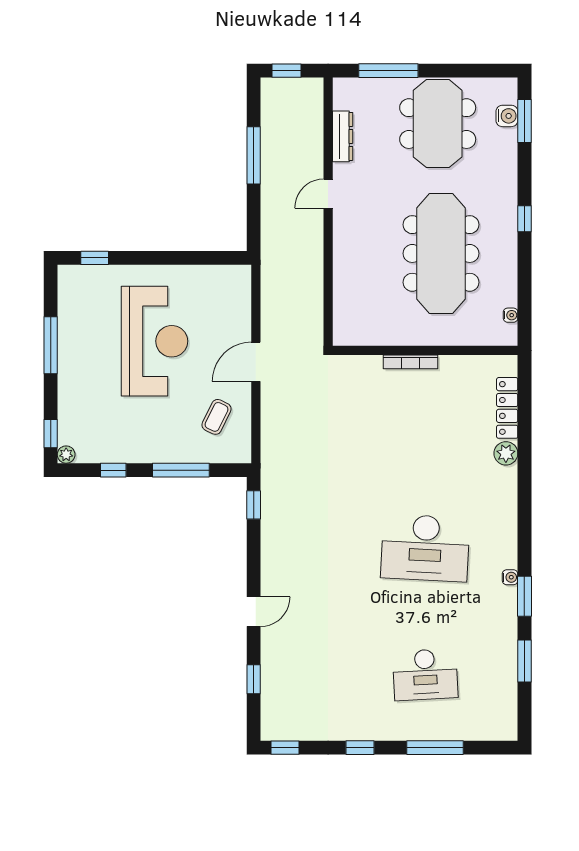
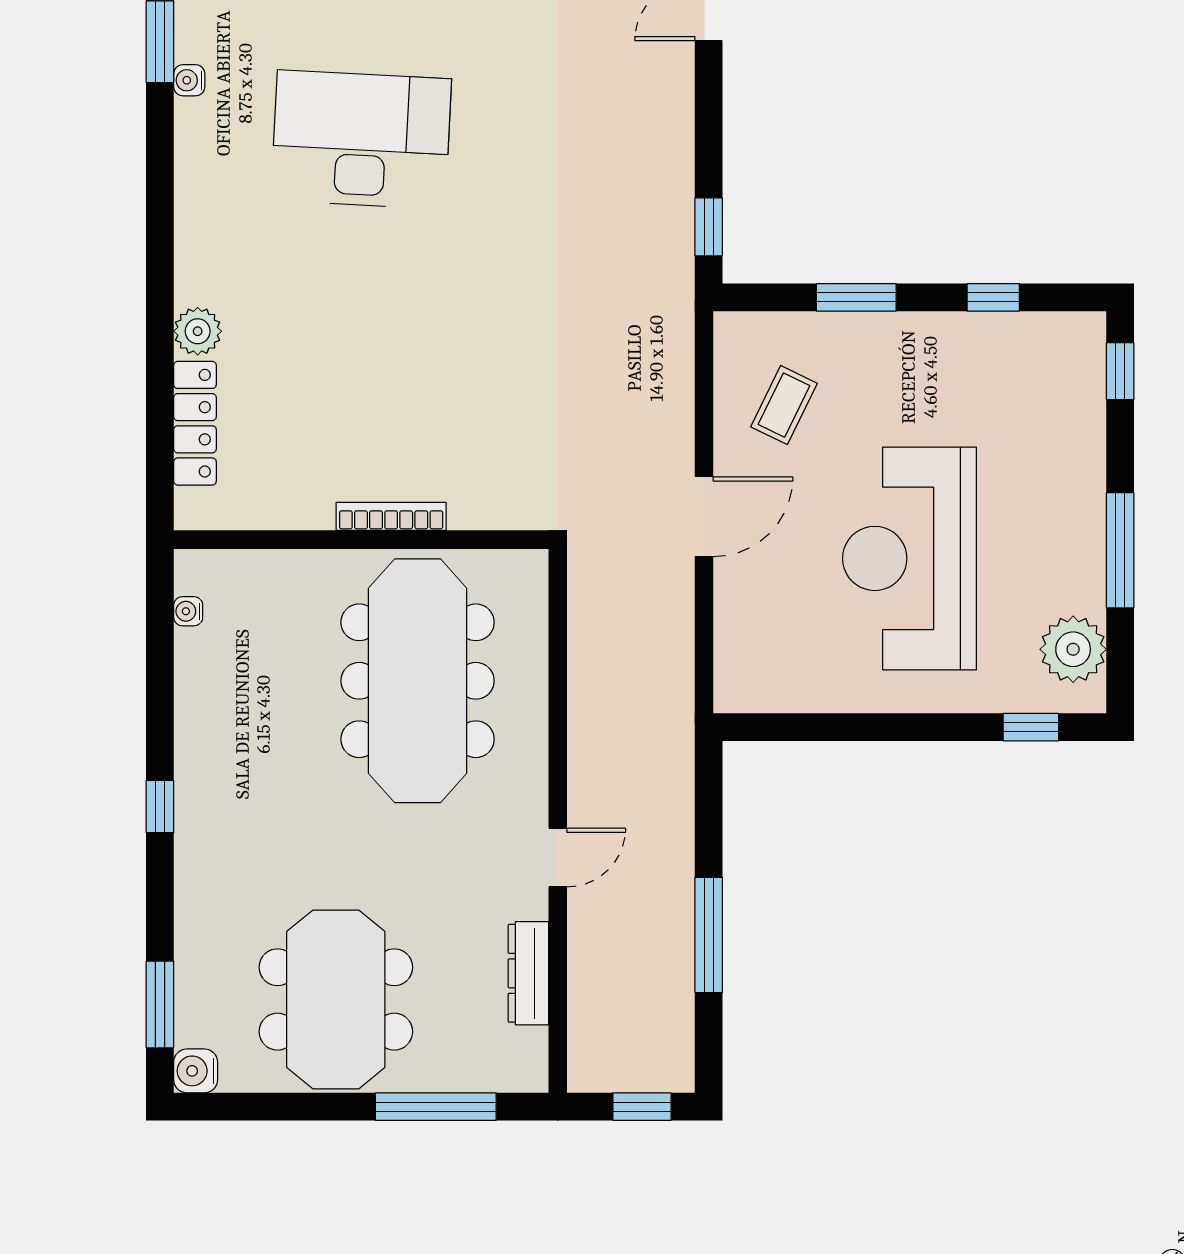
water cooler: (507, 116) -> (196, 1071), moved
meeting table: (441, 253) -> (418, 681), moved
plant: (66, 455) -> (1073, 649), moved, width x1.88, depth x1.88
window: (181, 470) -> (856, 297), width x0.69

